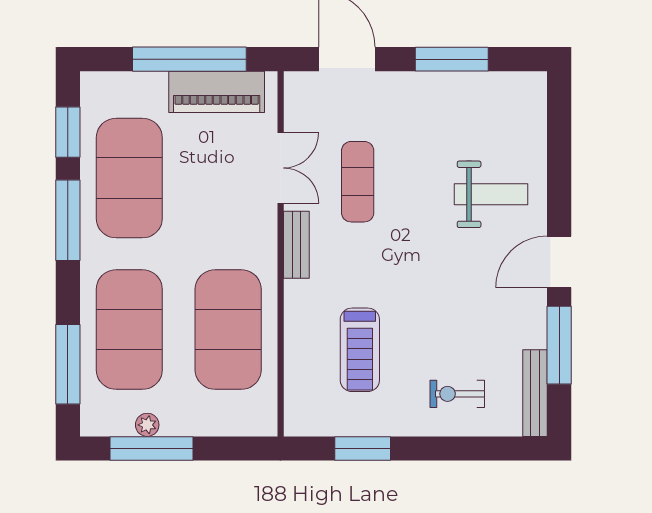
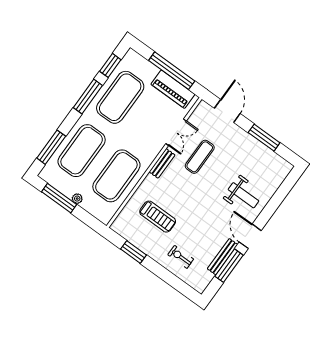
door: (559, 262) -> (250, 236), hinge flipped
treadmill: (360, 350) -> (158, 217), turned -90
bench: (535, 393) -> (223, 257), moved
plant: (147, 425) -> (77, 199), moved

